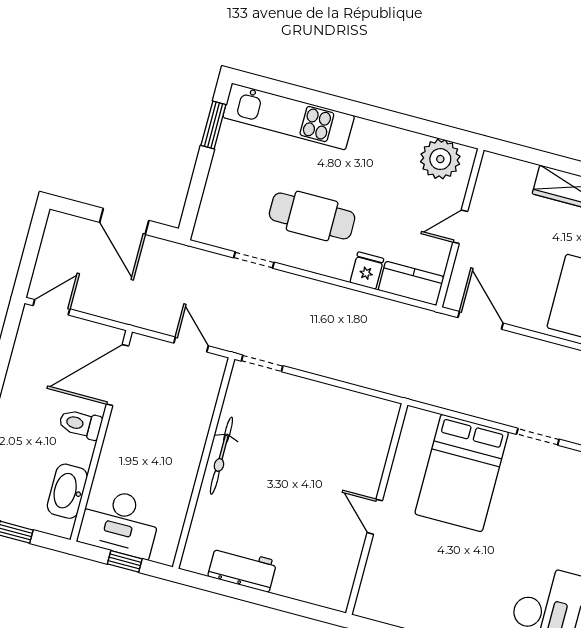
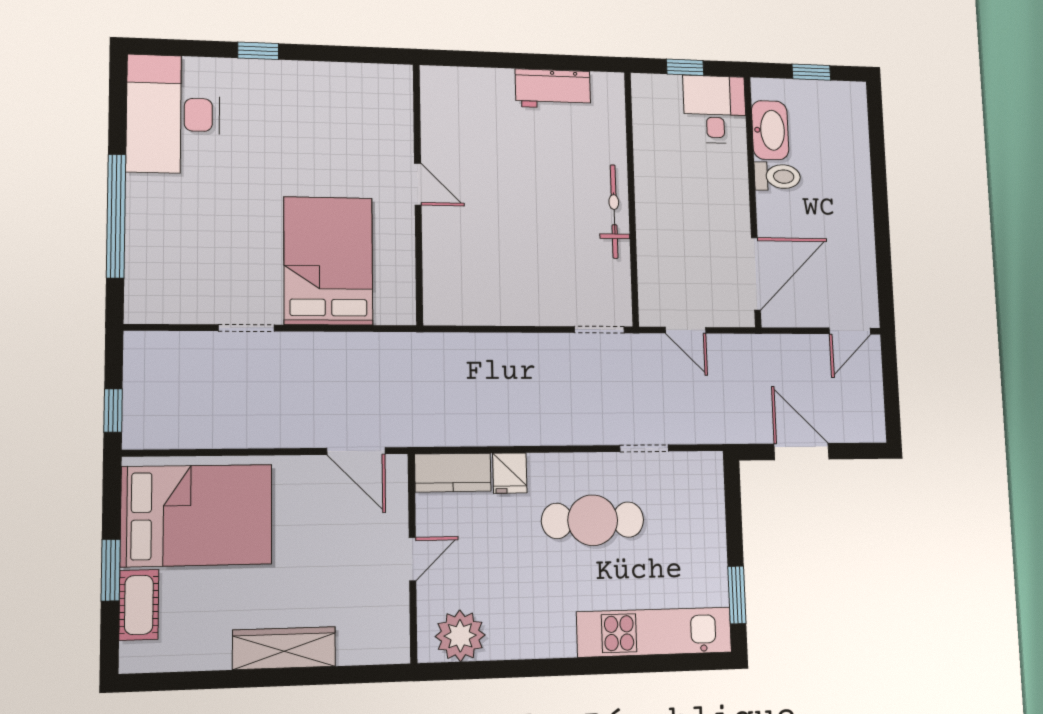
toilet: (80, 424) -> (777, 176), moved
desk: (120, 523) -> (715, 109), width x0.73

